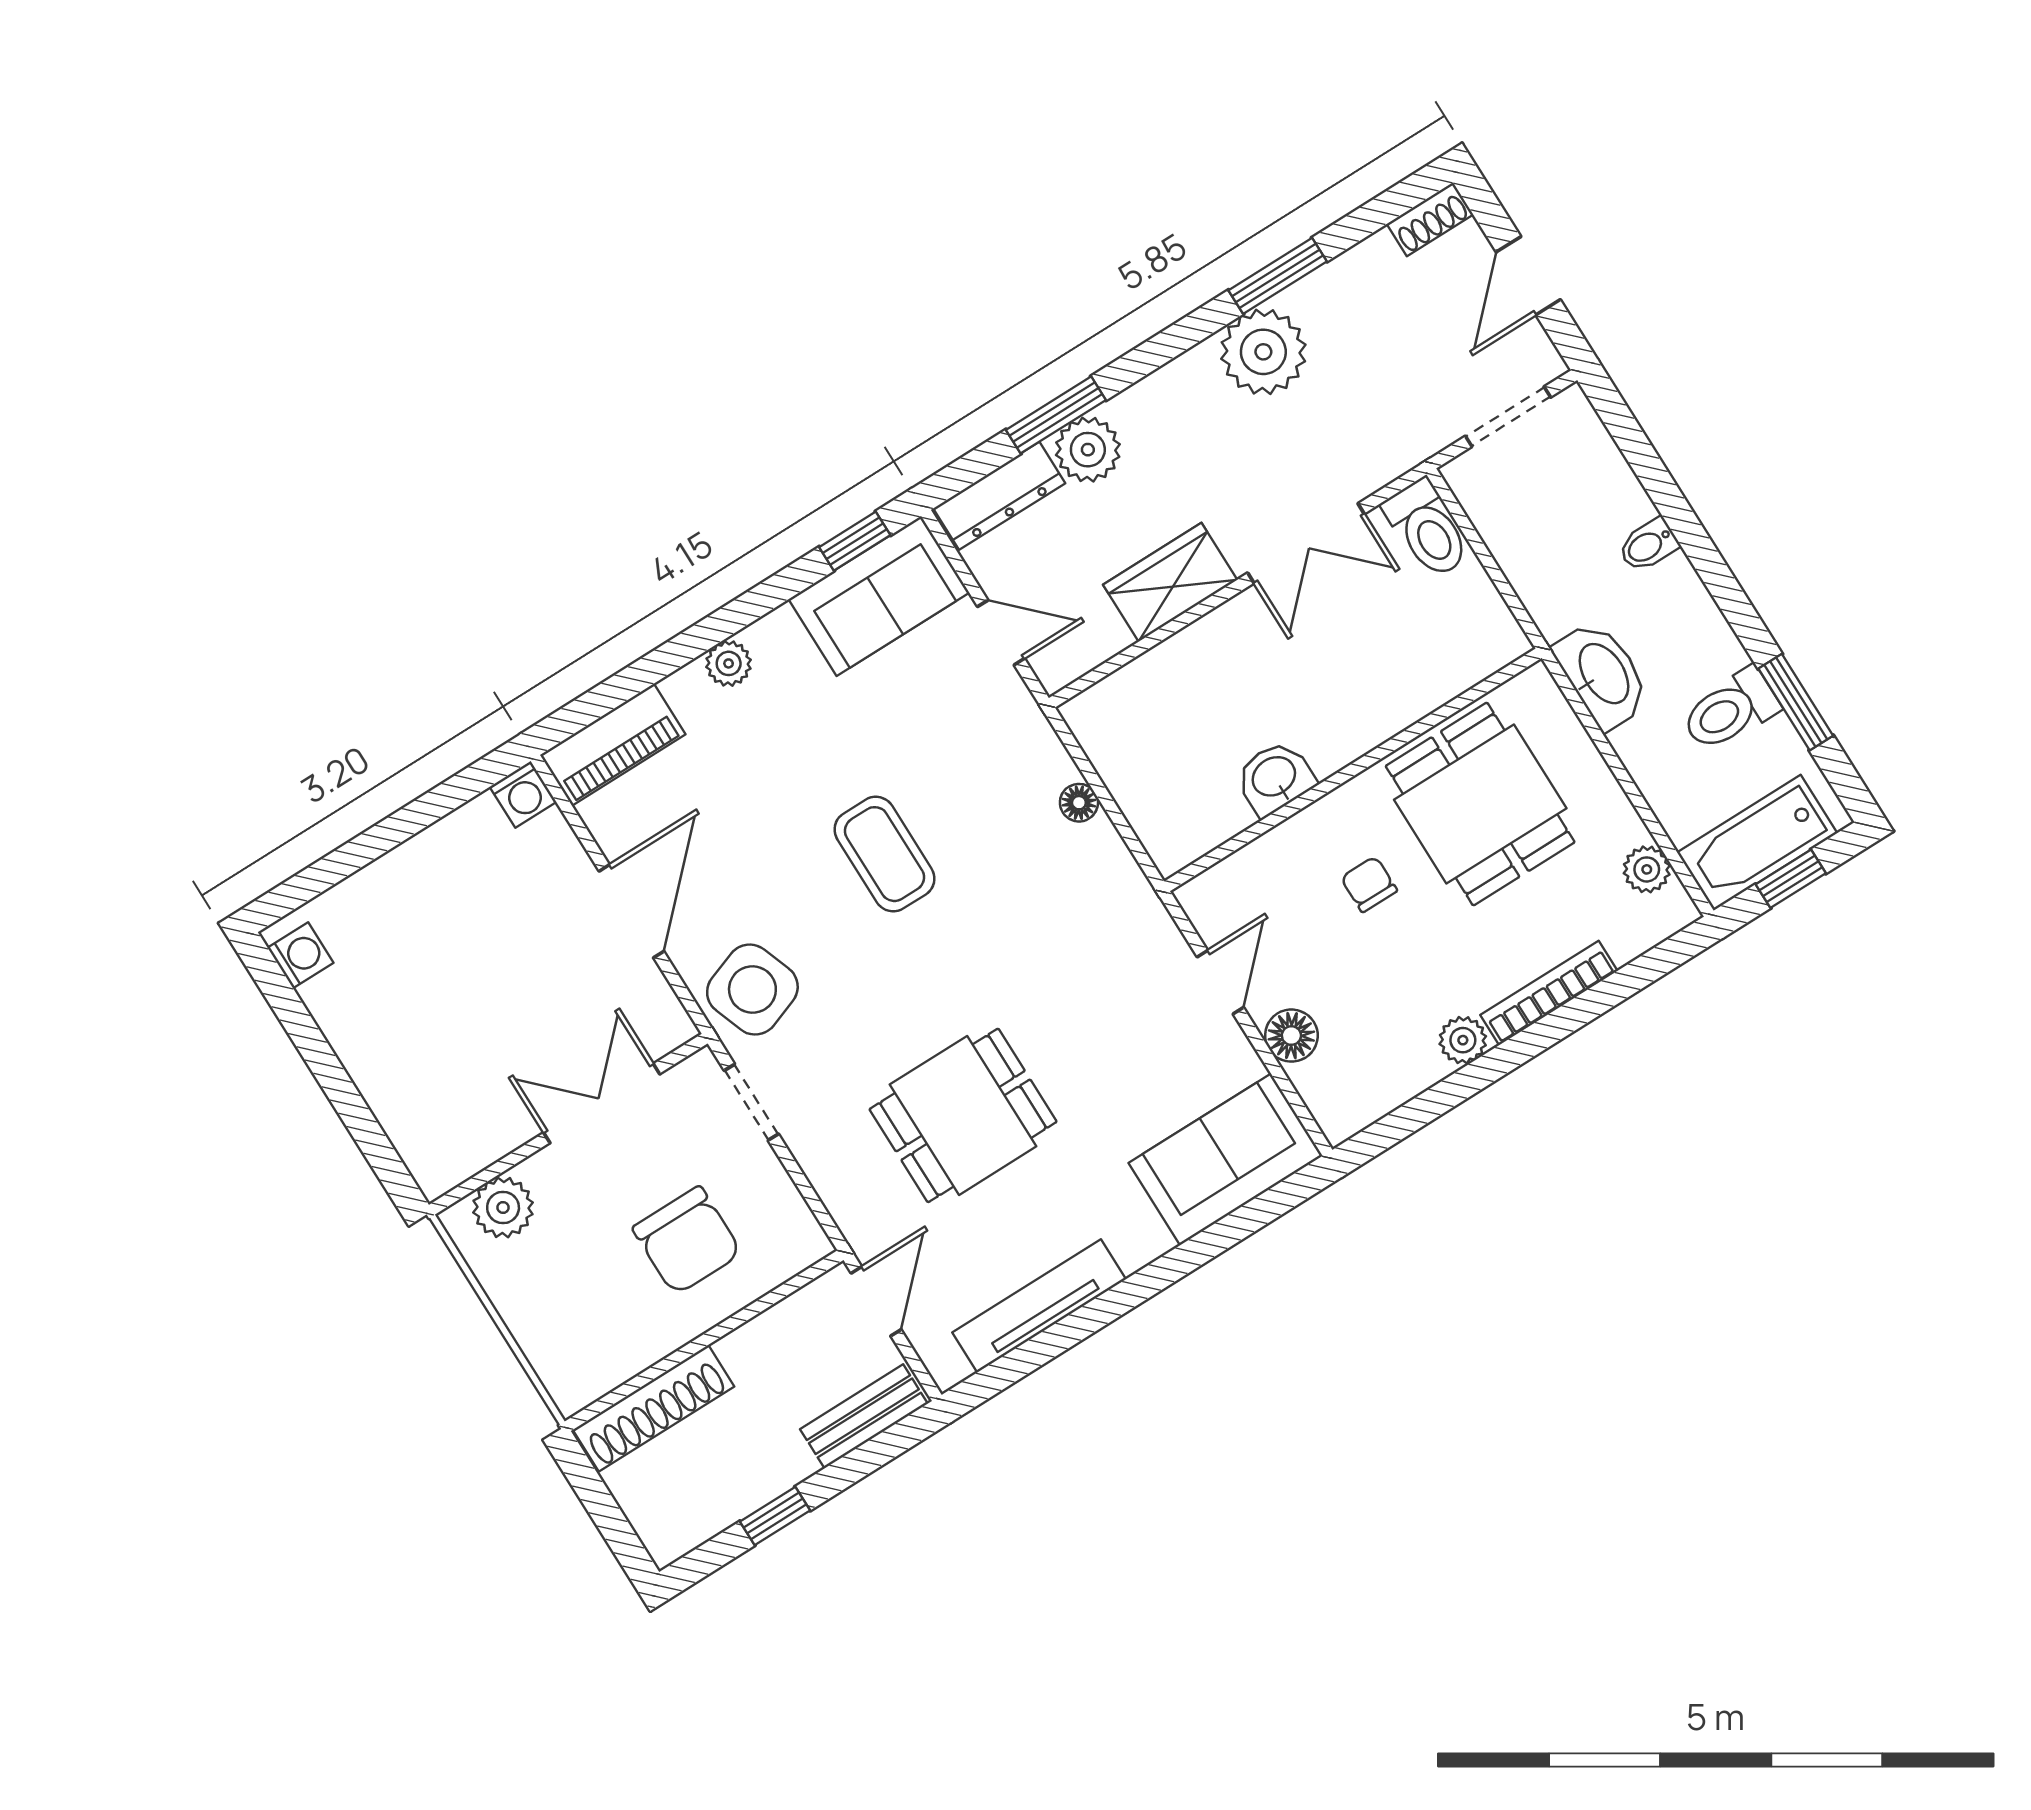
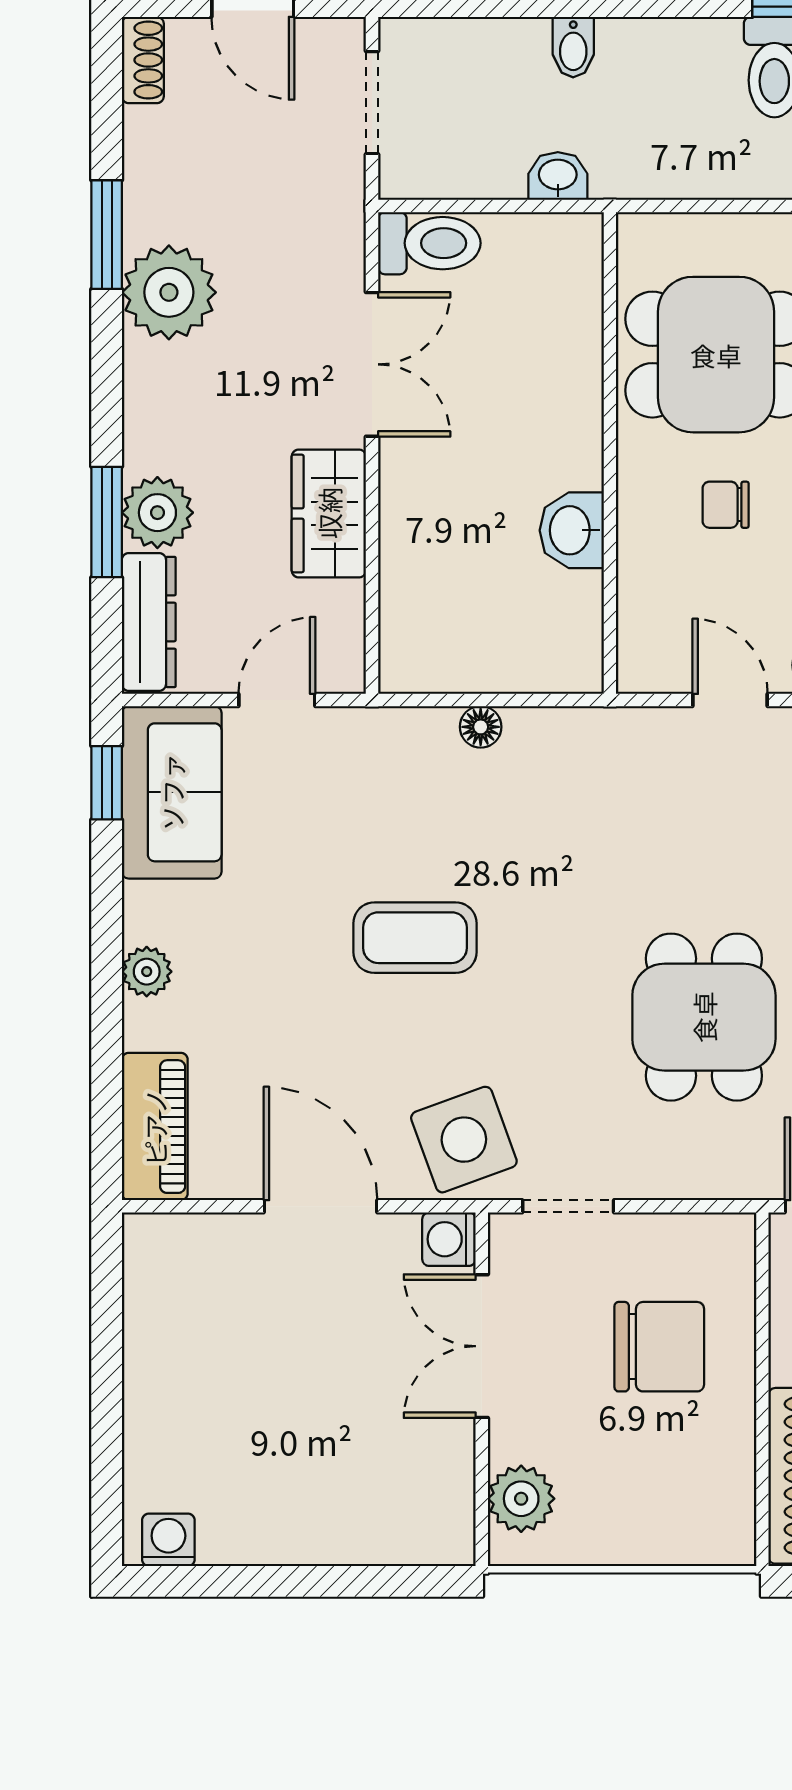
washbasin: (1602, 675) -> (558, 176), moved, width x0.52, depth x0.69
washing machine: (523, 794) -> (449, 1239), moved, turned 180

